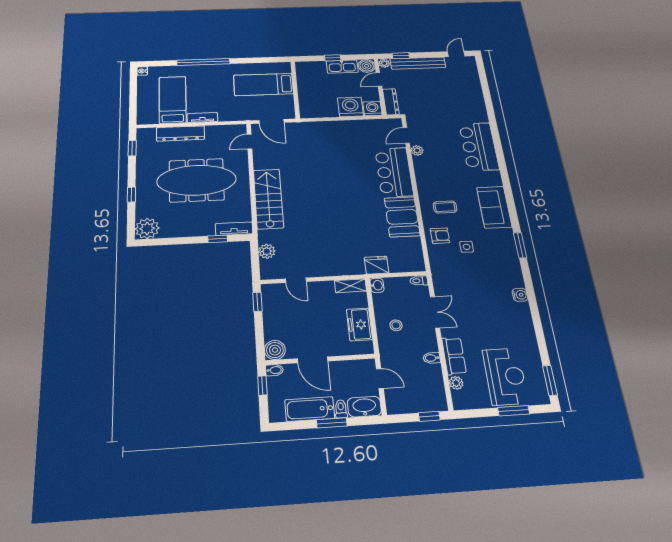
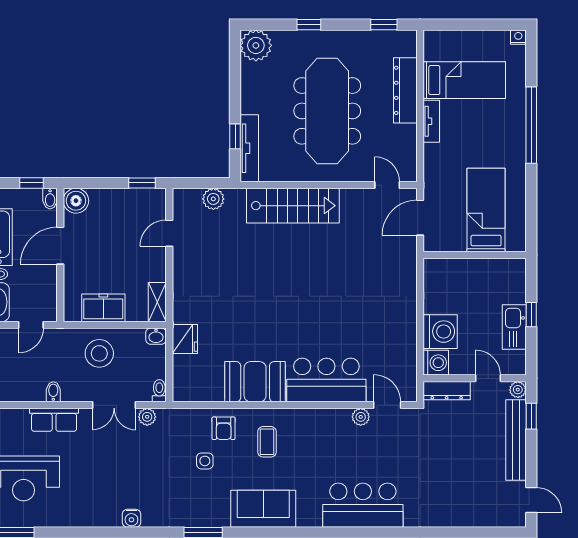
boiler: (367, 66) -> (514, 363), removed
tv unit: (234, 229) -> (249, 148), width x1.41
stool: (396, 325) -> (99, 353), width x1.89, depth x1.89
plant: (456, 383) -> (147, 417), moved

